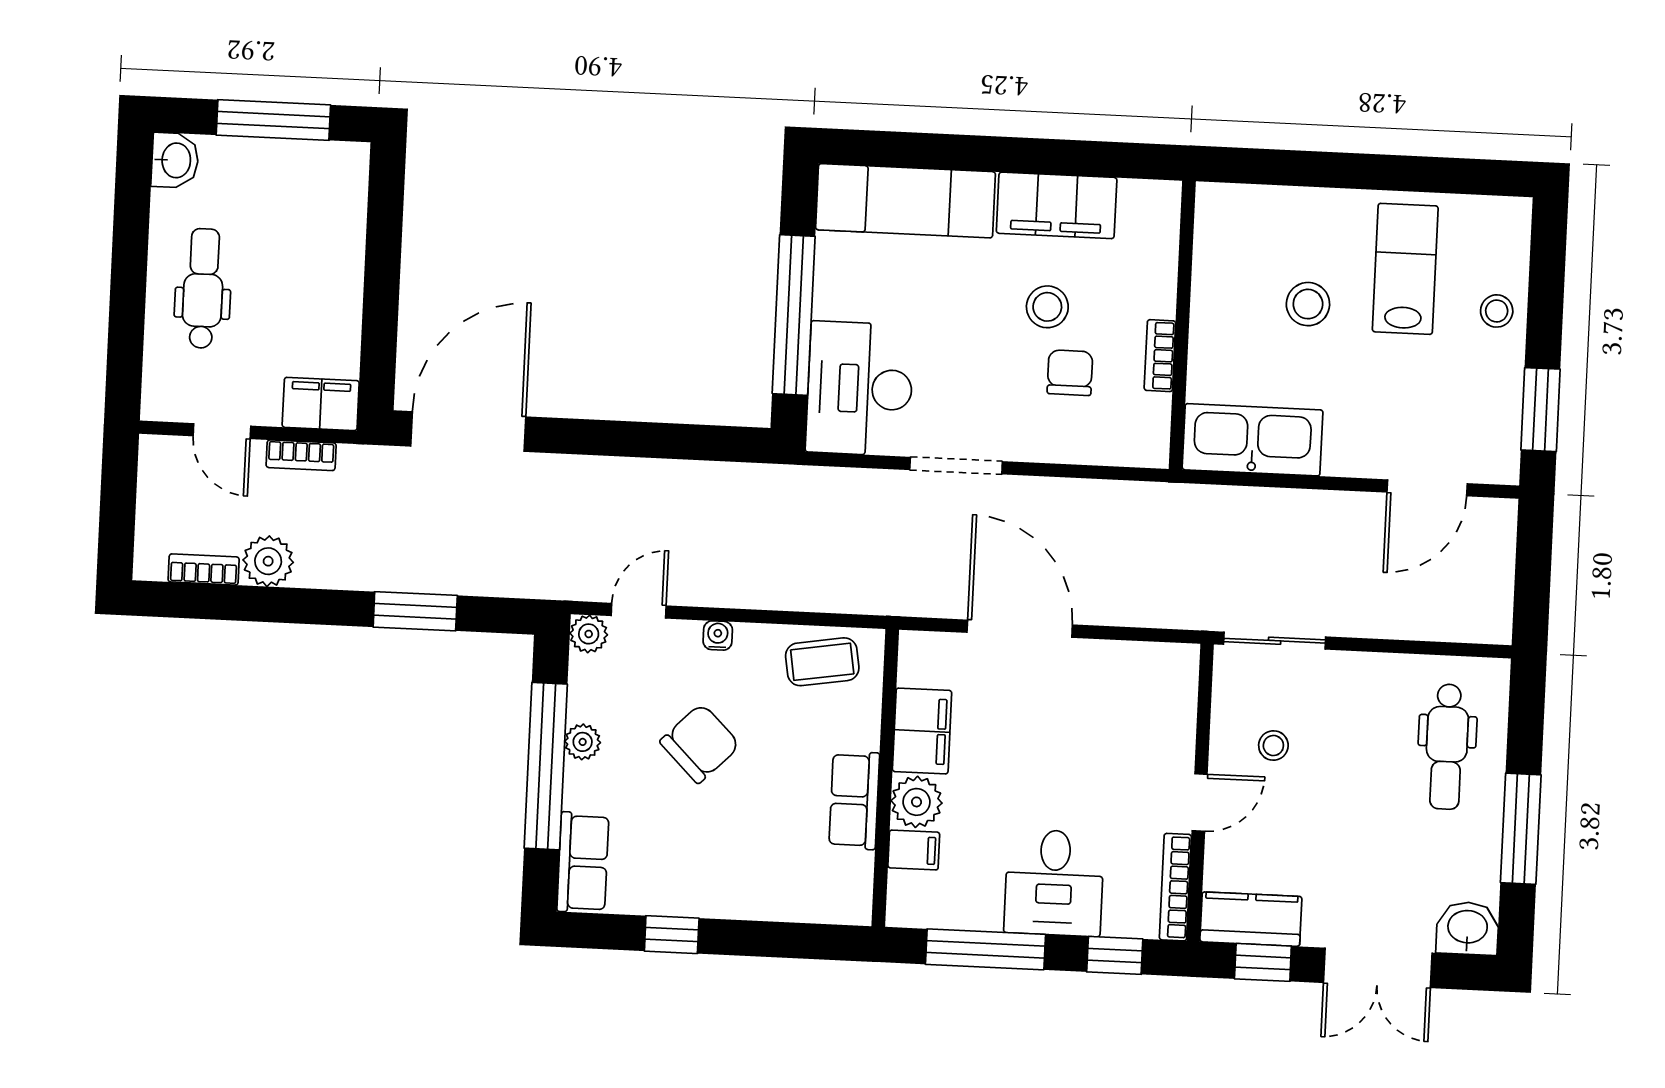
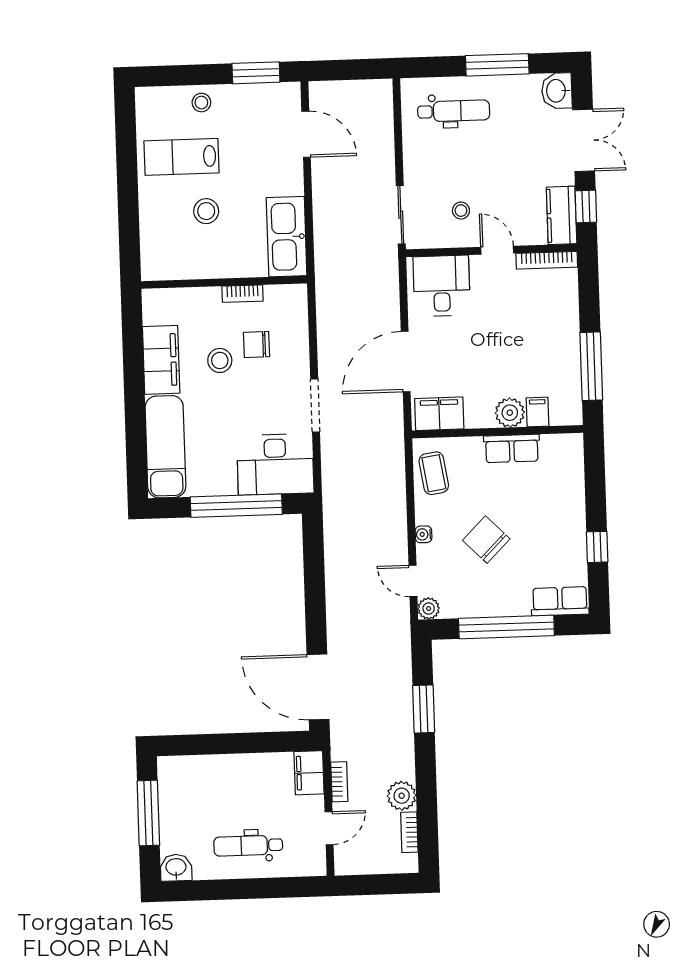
filing cabinet: (922, 731) -> (439, 414), moved
plant: (583, 742) -> (491, 607), removed
desk: (1054, 883) -> (442, 286), moved, turned -90
window: (1115, 955) -> (589, 292), removed

